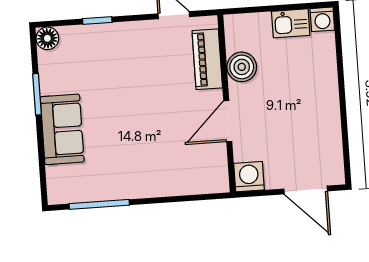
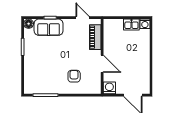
boiler: (242, 67) -> (110, 41), removed
door: (228, 121) -> (102, 64), swing flipped
sofa: (62, 129) -> (49, 27), moved, turned 90
armchair: (164, 155) -> (74, 76), added

